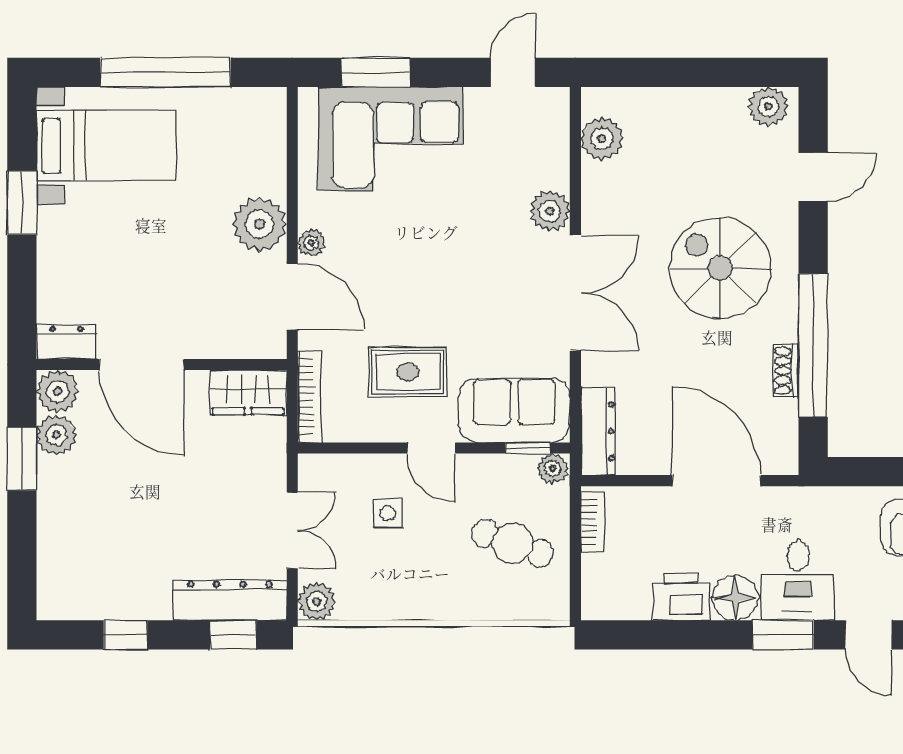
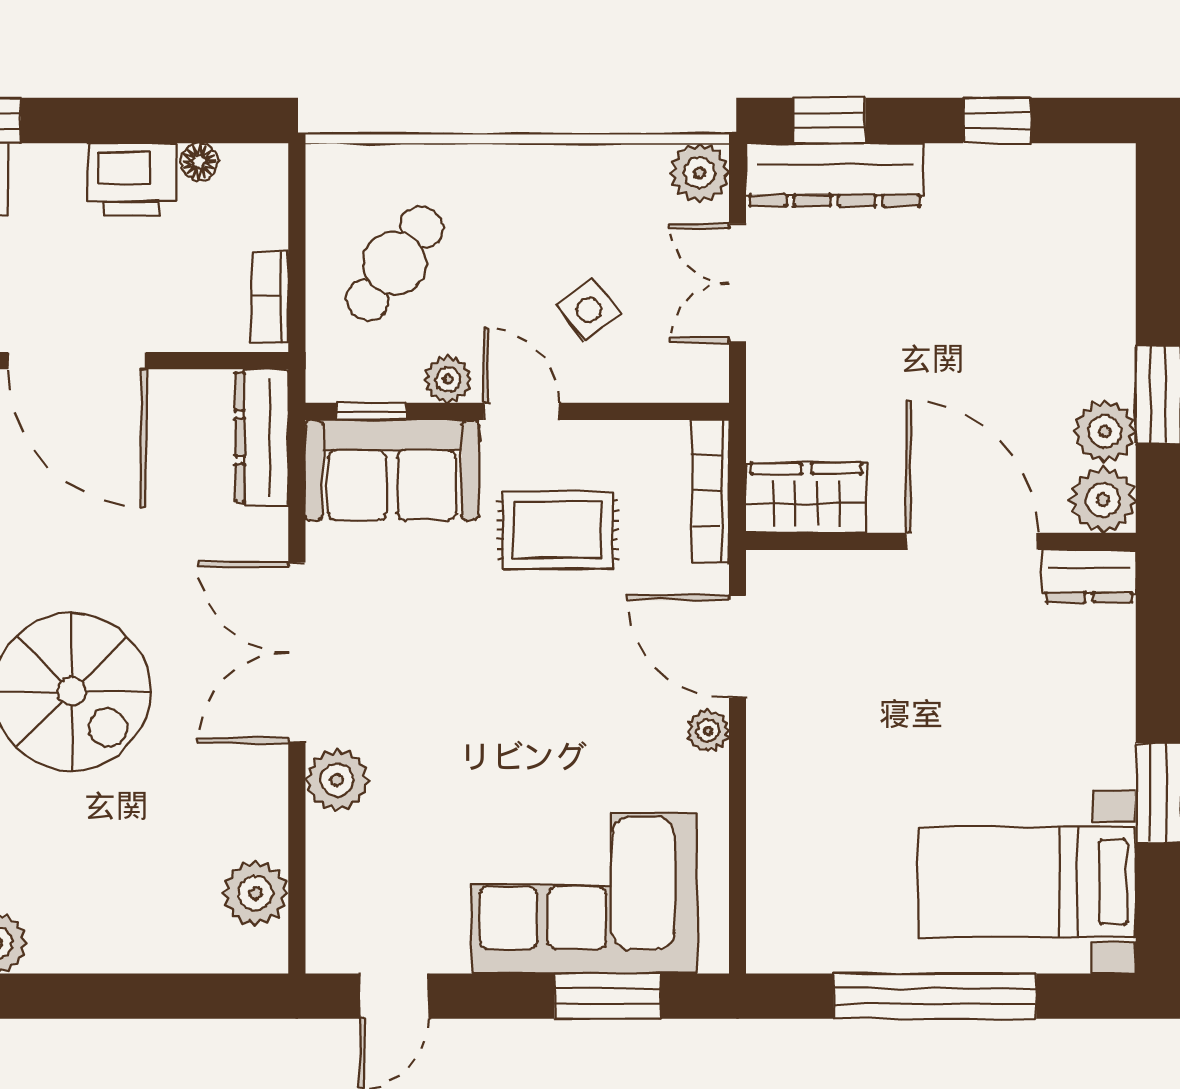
plant: (260, 224) -> (788, 760), removed
plant: (553, 469) -> (448, 379), moved
side table: (388, 513) -> (589, 310), turned -37
cafe table: (513, 543) -> (395, 263), turned -73
floor lamp: (735, 598) -> (199, 162), moved, width x0.53, depth x0.53

